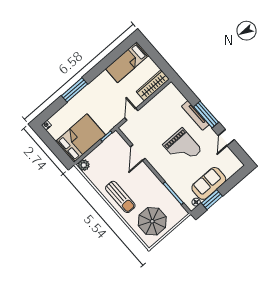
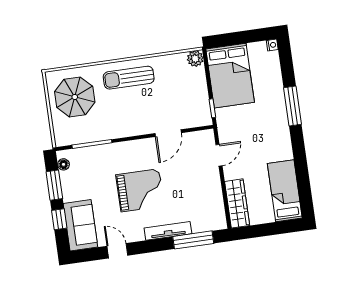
door: (131, 114) -> (219, 155), hinge flipped
window: (206, 114) -> (193, 240), moved
grand piano: (182, 147) -> (140, 190), turned 180
door: (138, 153) -> (168, 133), swing flipped
sofa: (209, 183) -> (80, 225), moved
window: (230, 184) -> (59, 219), added

